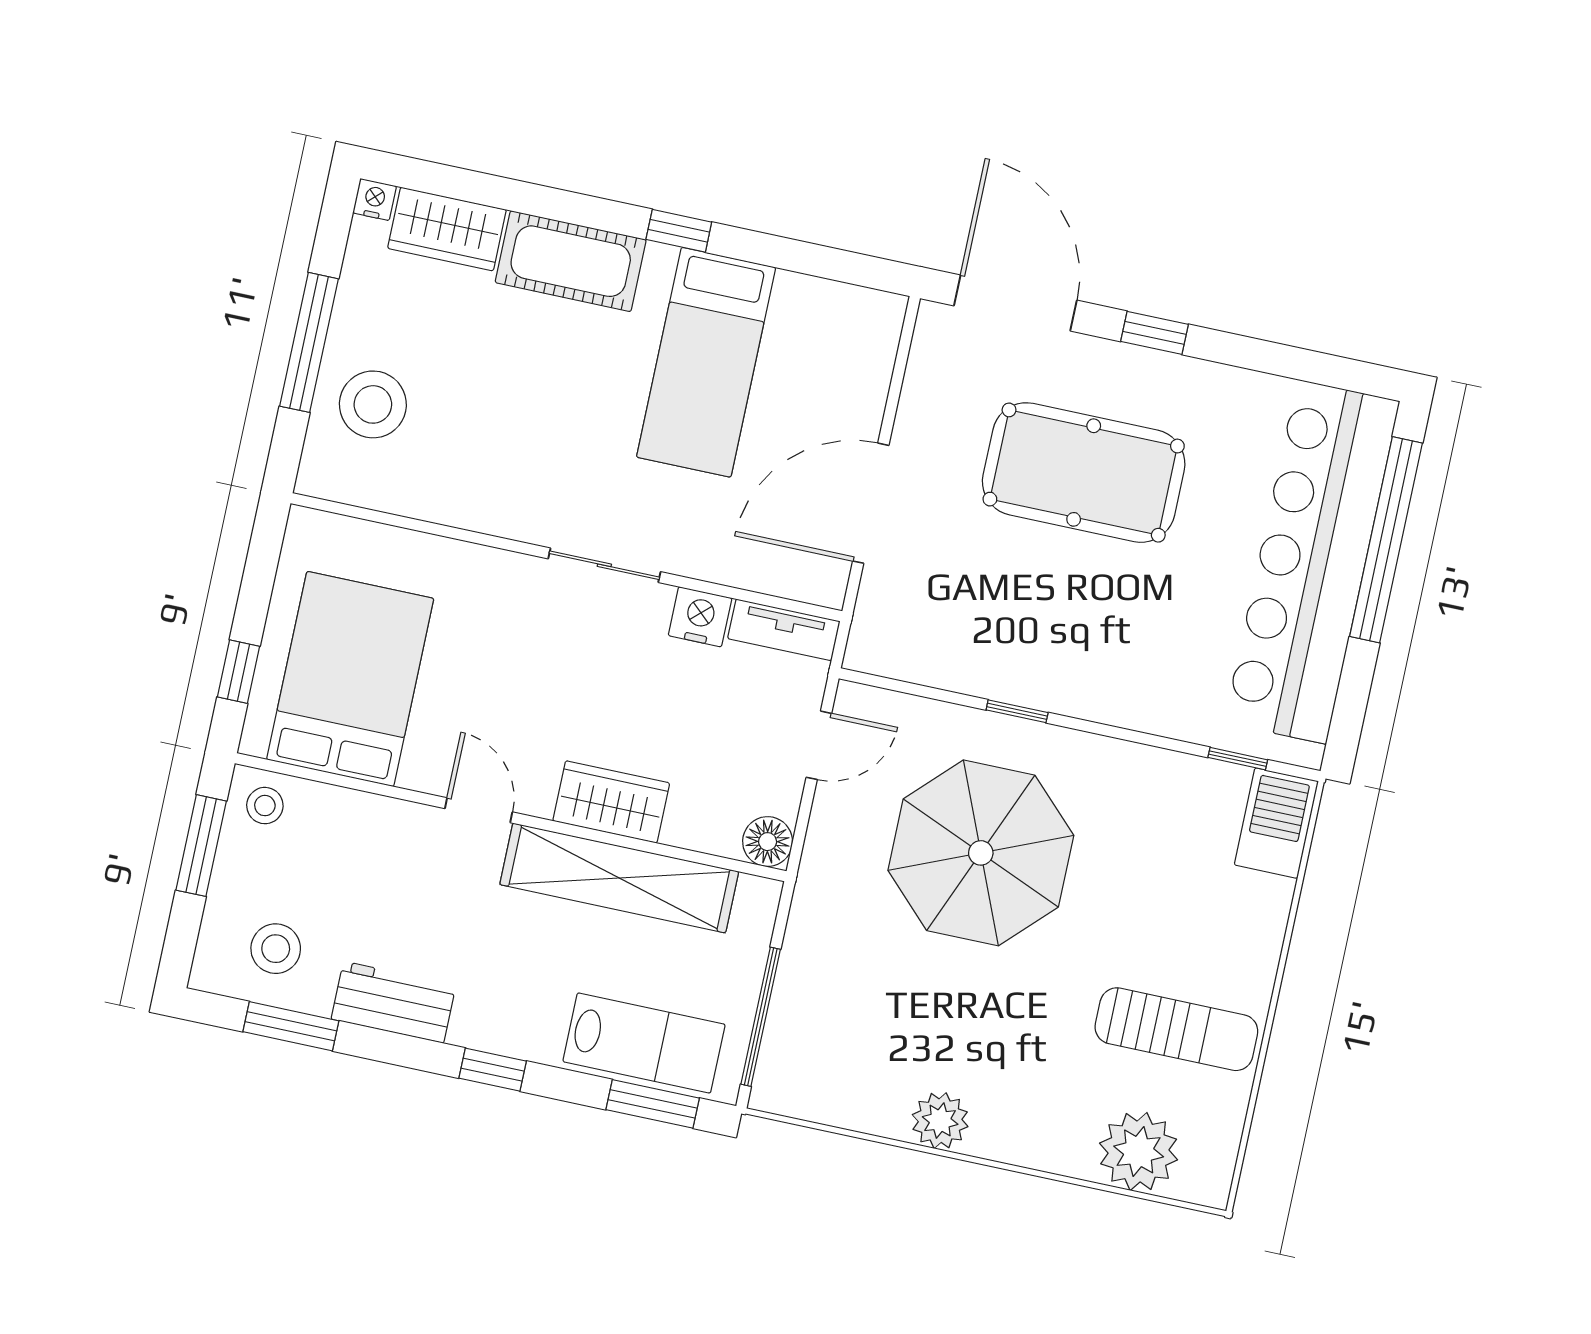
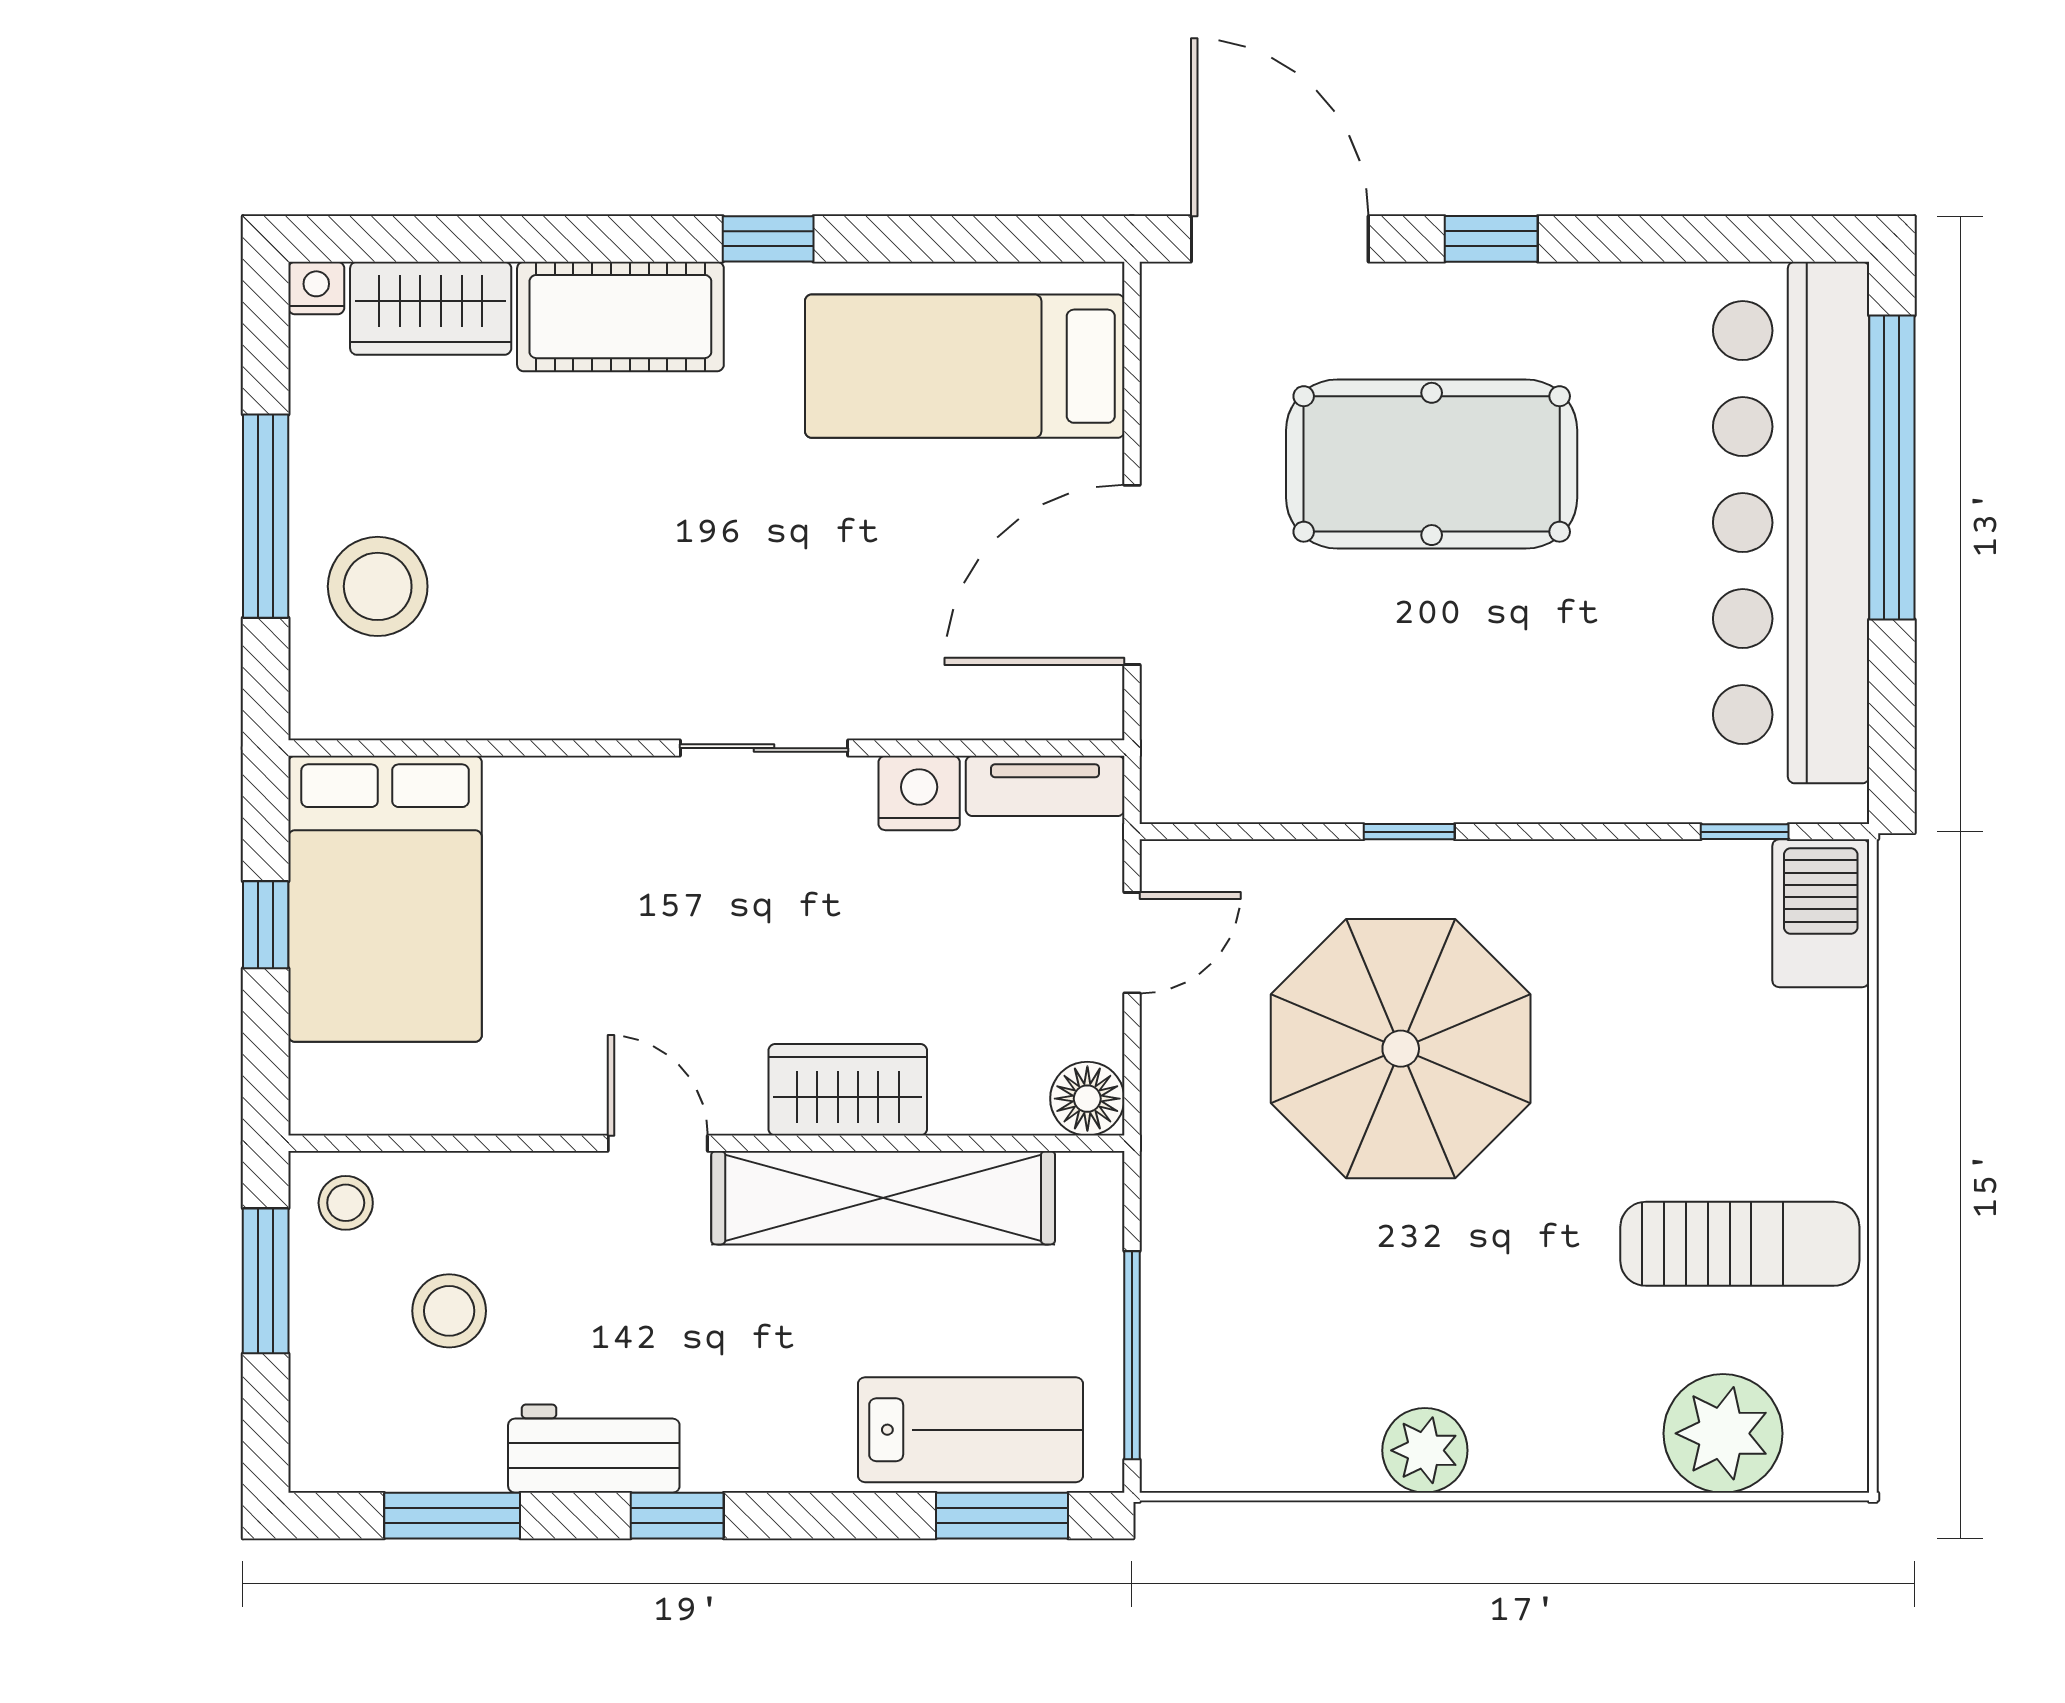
bed: (706, 362) -> (965, 366), moved, turned 90
window: (238, 672) -> (266, 925), moved
bed: (350, 679) -> (385, 899), moved, turned 180
stool: (276, 949) -> (449, 1311), moved
window: (493, 1070) -> (677, 1516), moved

